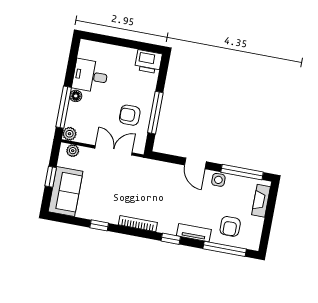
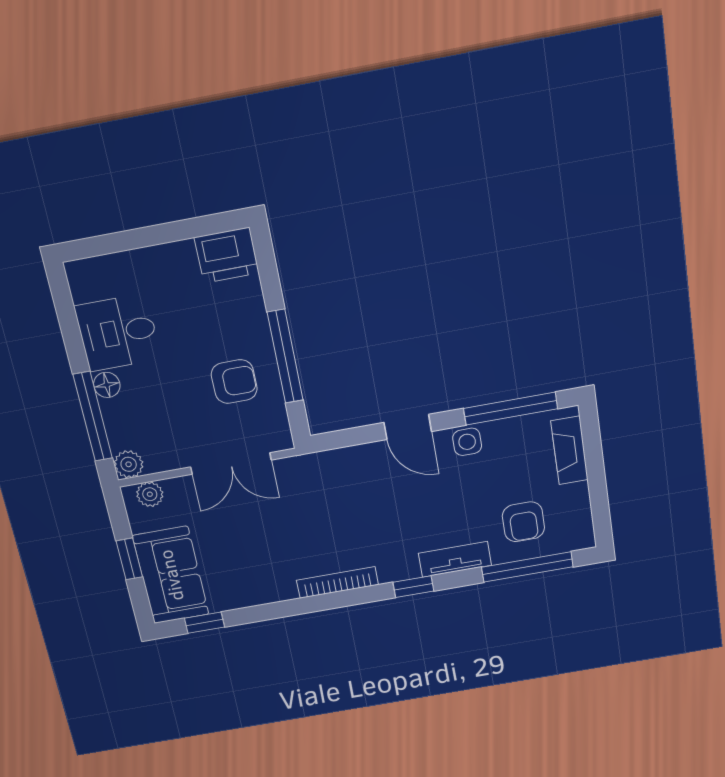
armchair: (130, 115) -> (234, 382), turned 180
double door: (113, 150) -> (231, 463), swing flipped
window: (99, 225) -> (204, 623), moved

